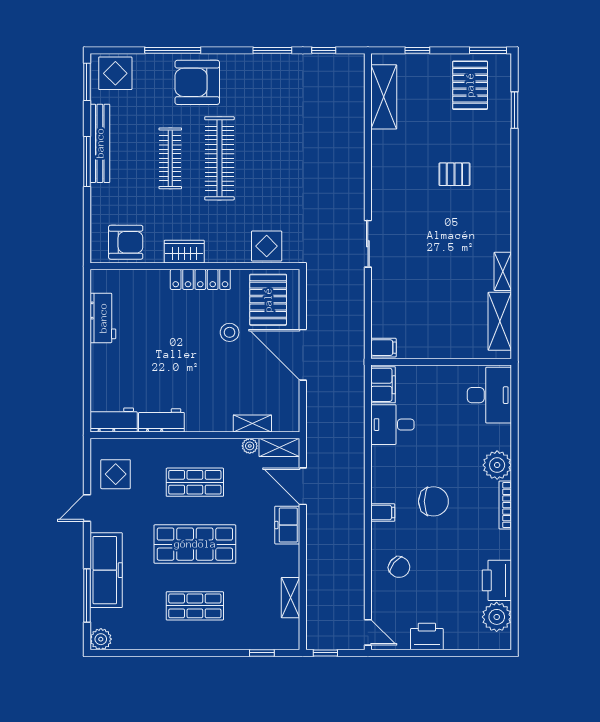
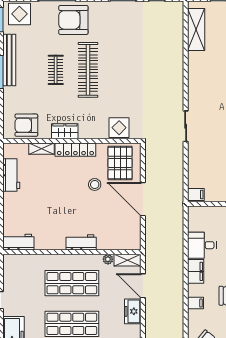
clothes rail: (170, 158) -> (56, 70), width x0.73
armchair: (126, 242) -> (26, 125), turned 180
filing cabinet: (383, 385) -> (196, 271), moved
workbench: (161, 420) -> (81, 242), moved
shelving: (252, 424) -> (41, 149), moved
display table: (116, 474) -> (20, 278), removed
shop shelf: (195, 482) -> (72, 283), width x1.43, depth x1.36

